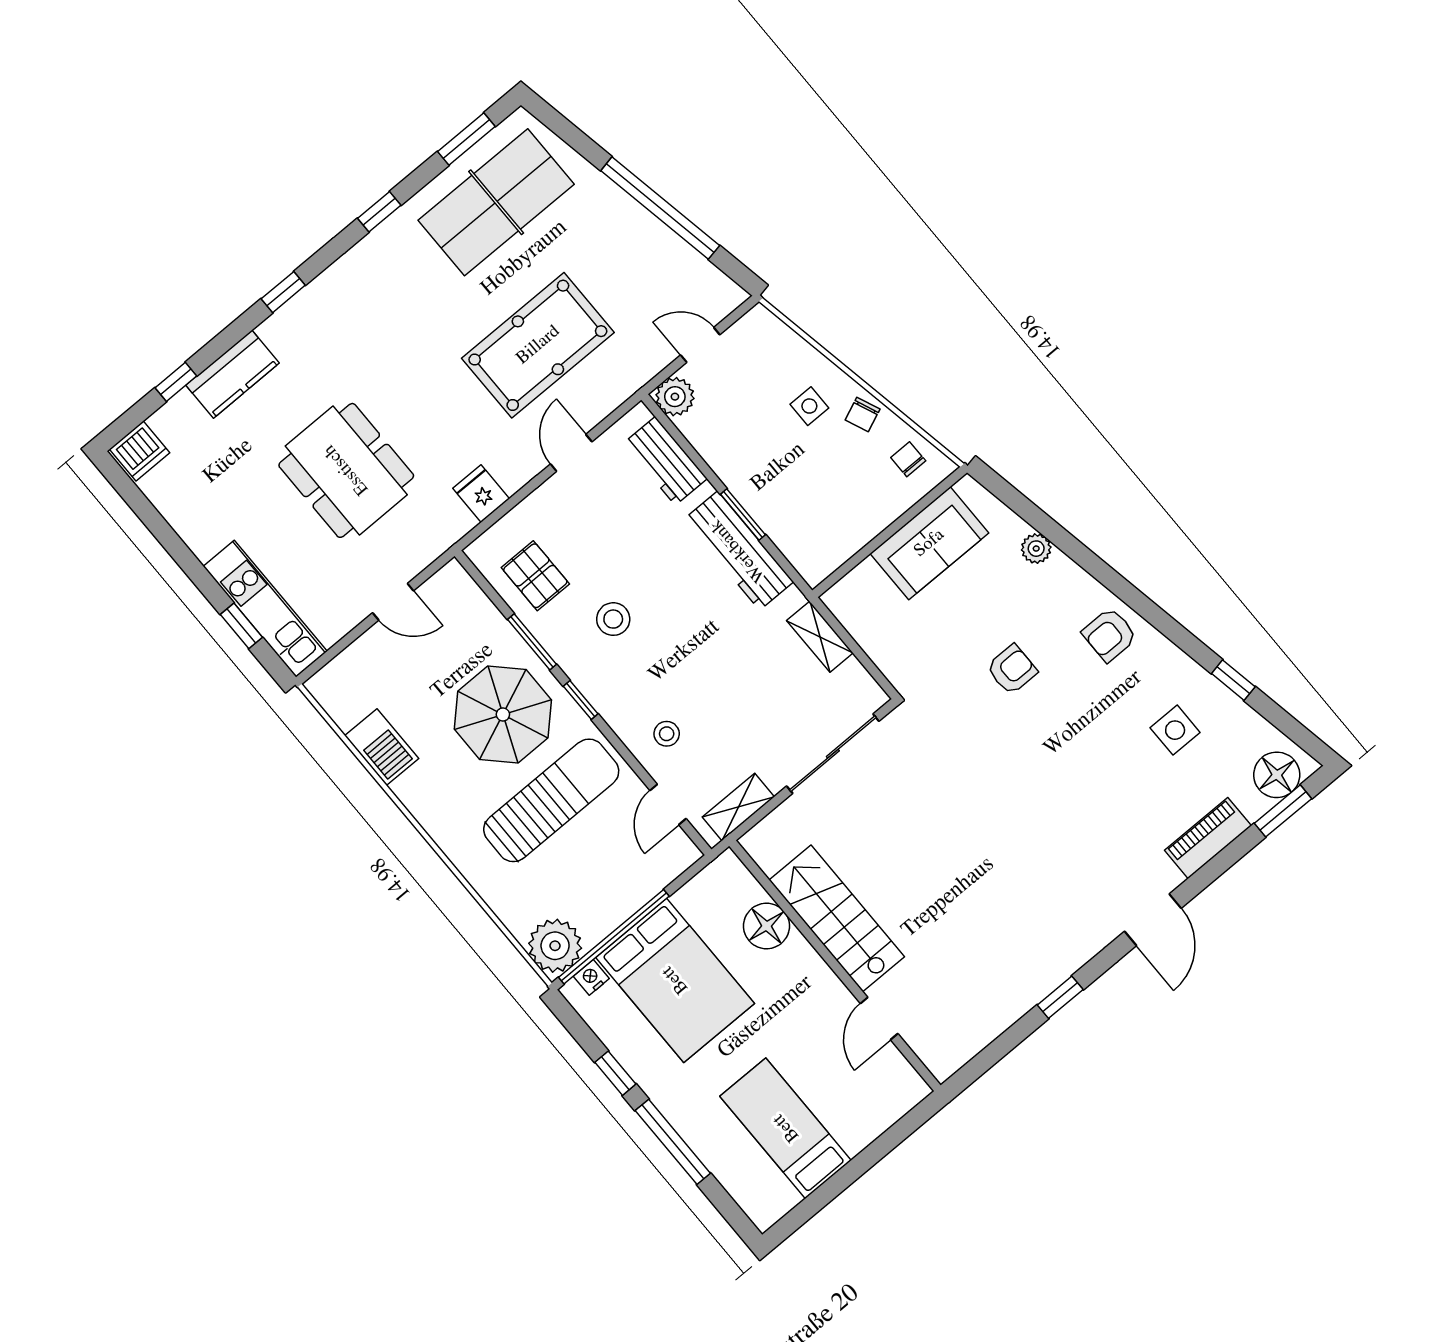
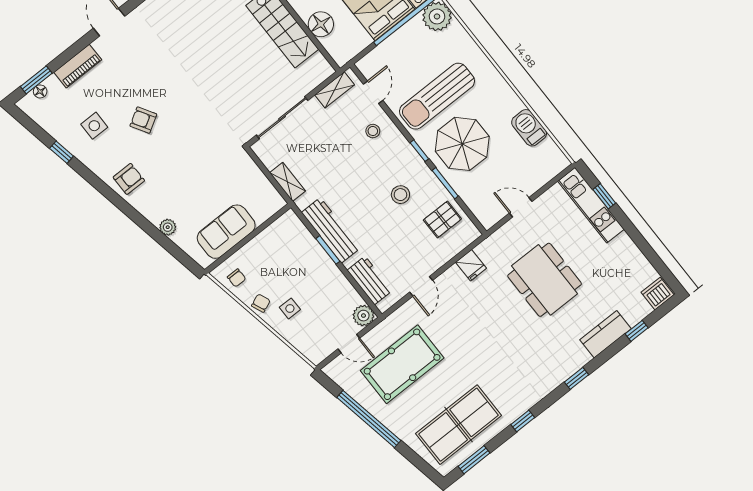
pool table: (538, 345) -> (402, 364), moved
pallet: (535, 576) -> (442, 219), turned 90
armchair: (1012, 669) -> (143, 120), moved, turned 59
floor lamp: (1277, 775) -> (40, 91), width x0.53, depth x0.53

